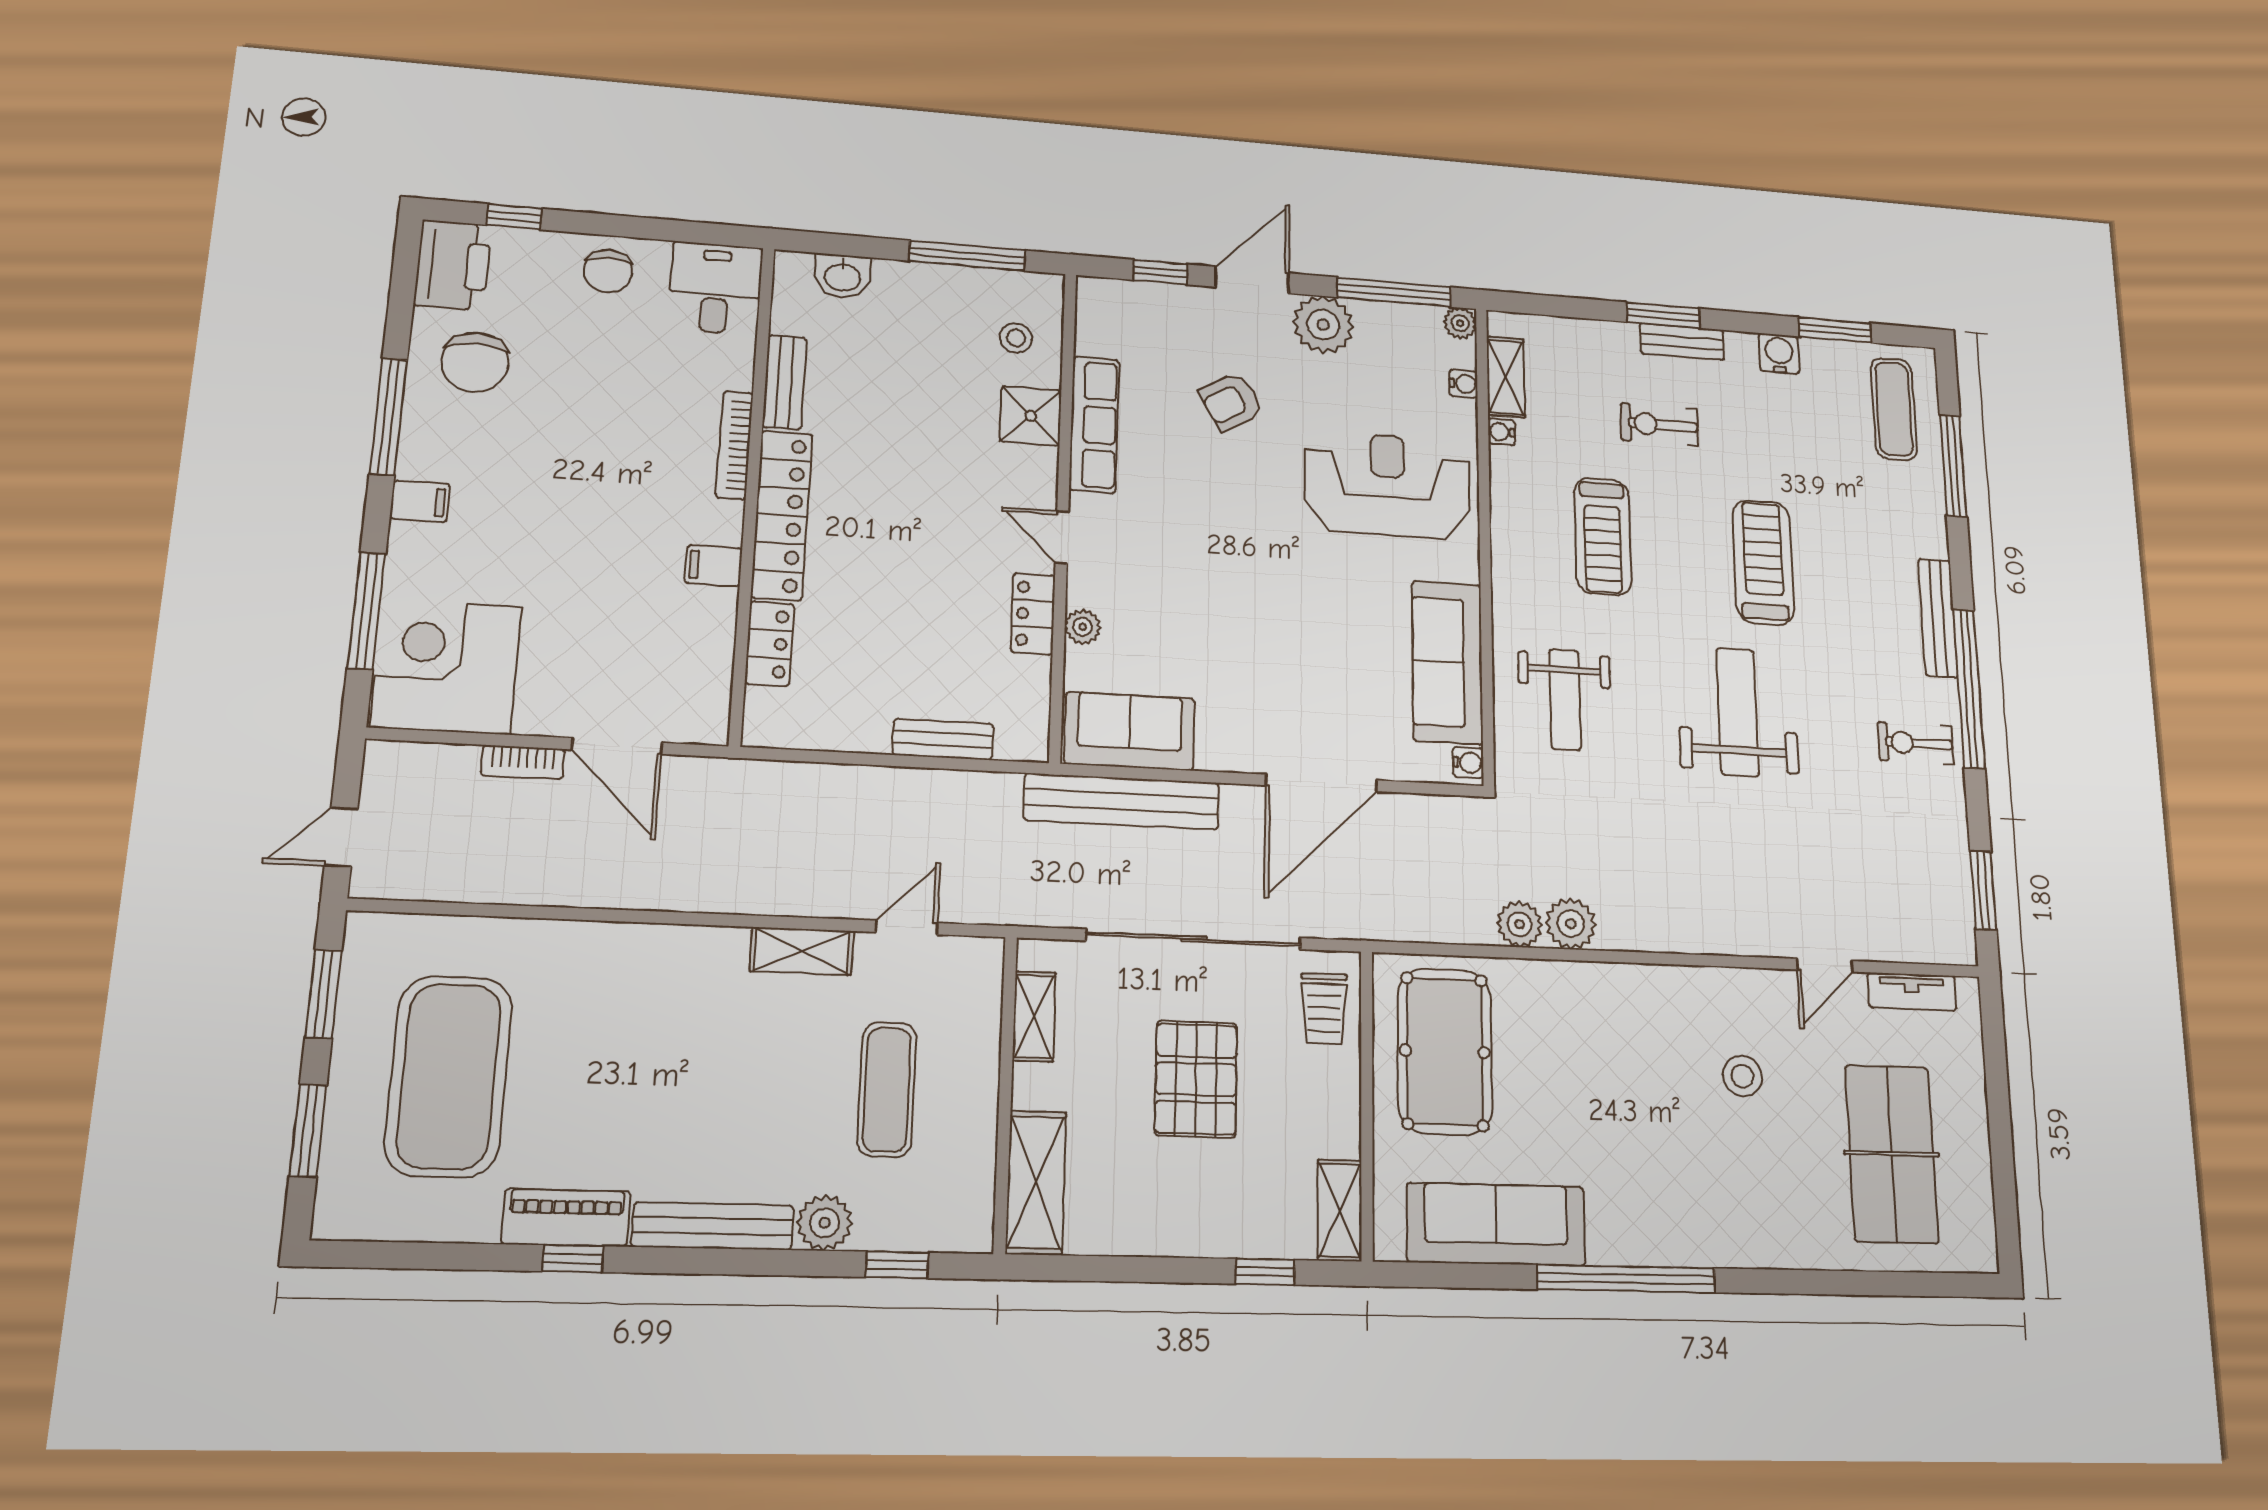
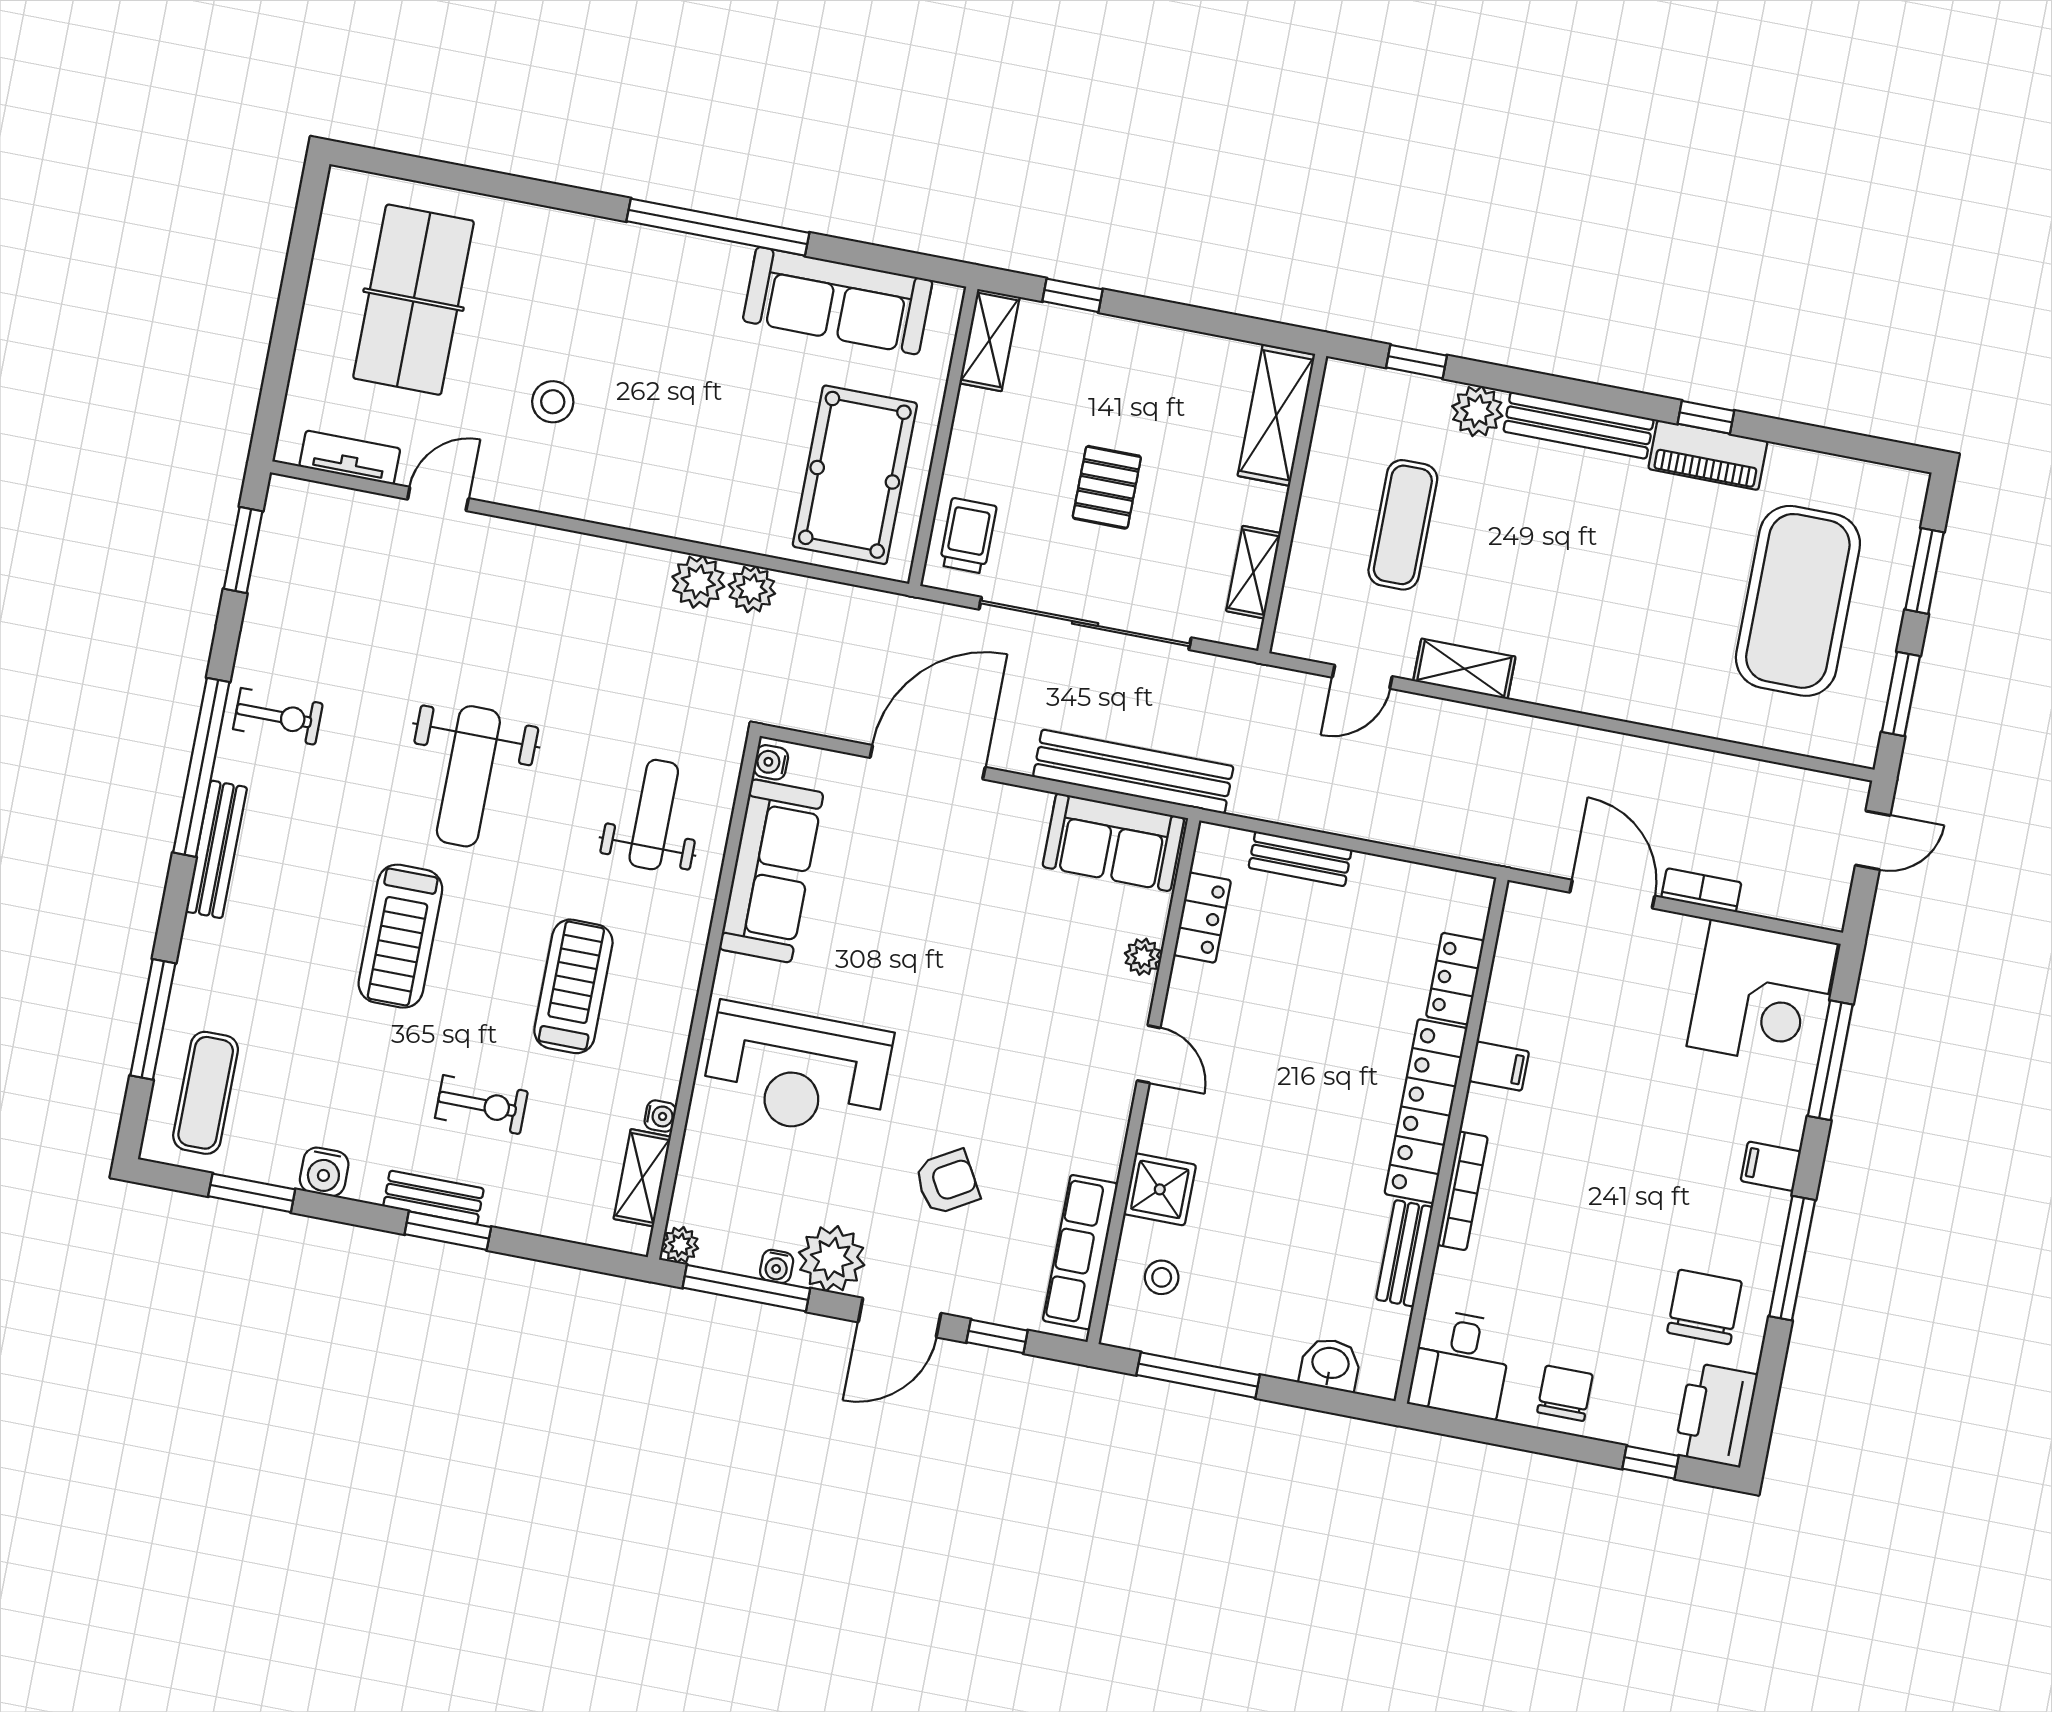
water cooler: (1463, 384) -> (777, 1266), moved, turned -90
row of seats: (1094, 425) -> (1080, 1252), moved
locker: (1033, 614) -> (1202, 918), moved
pallet: (1196, 1079) -> (1107, 487), width x0.67, depth x0.71

